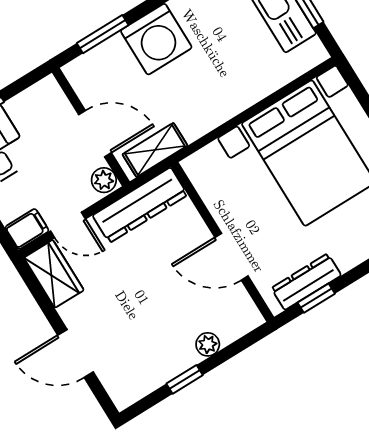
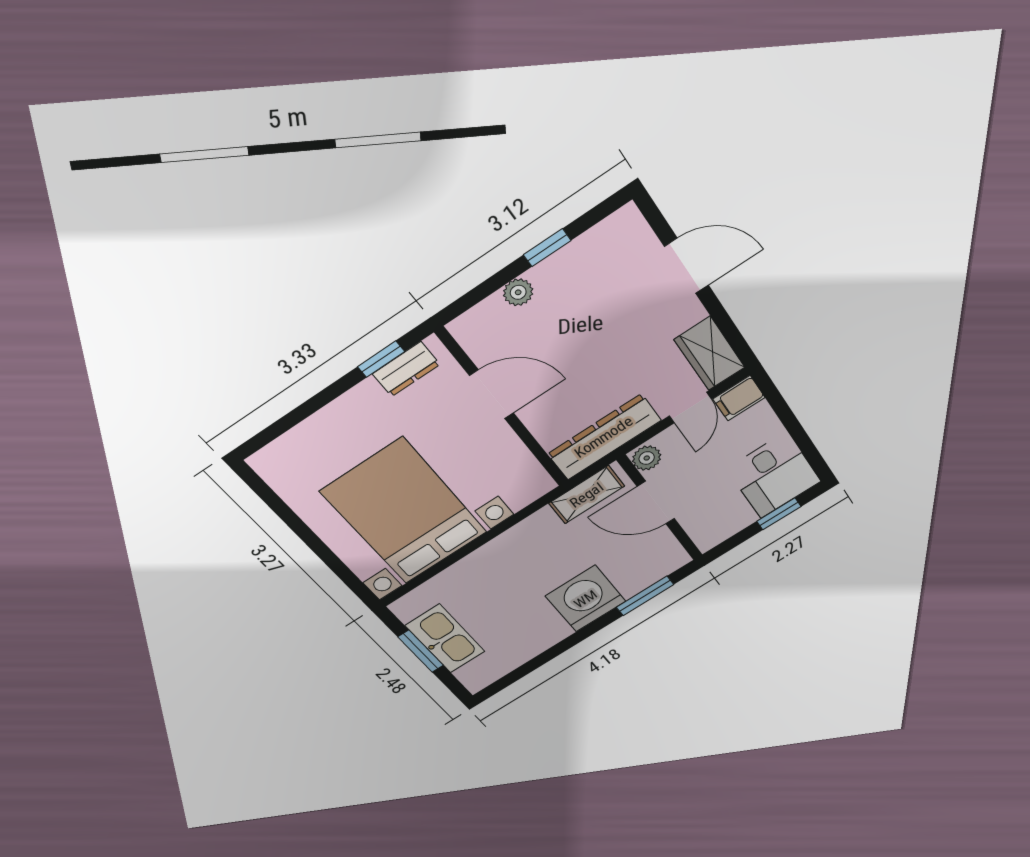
door: (68, 225) -> (690, 408), swing flipped
dresser: (306, 282) -> (406, 369), width x0.70

